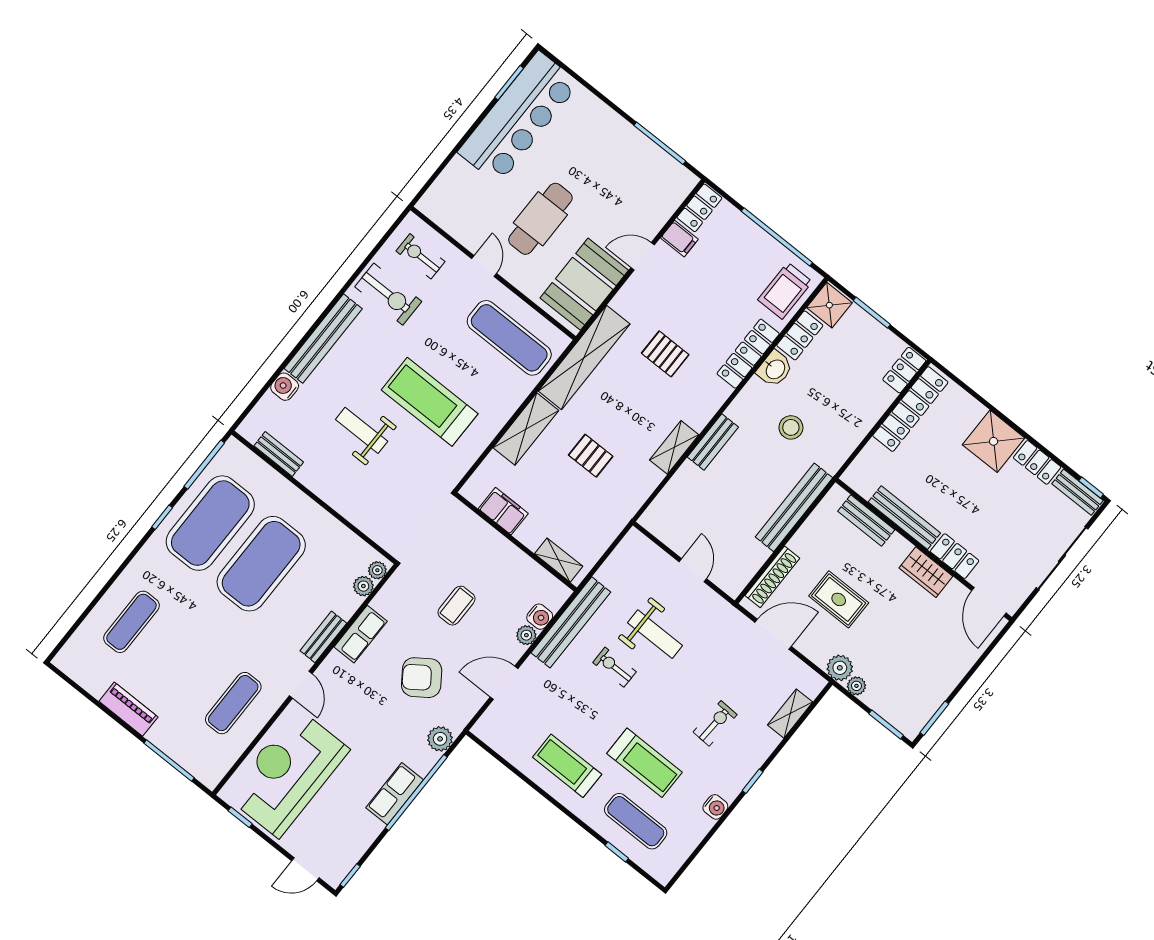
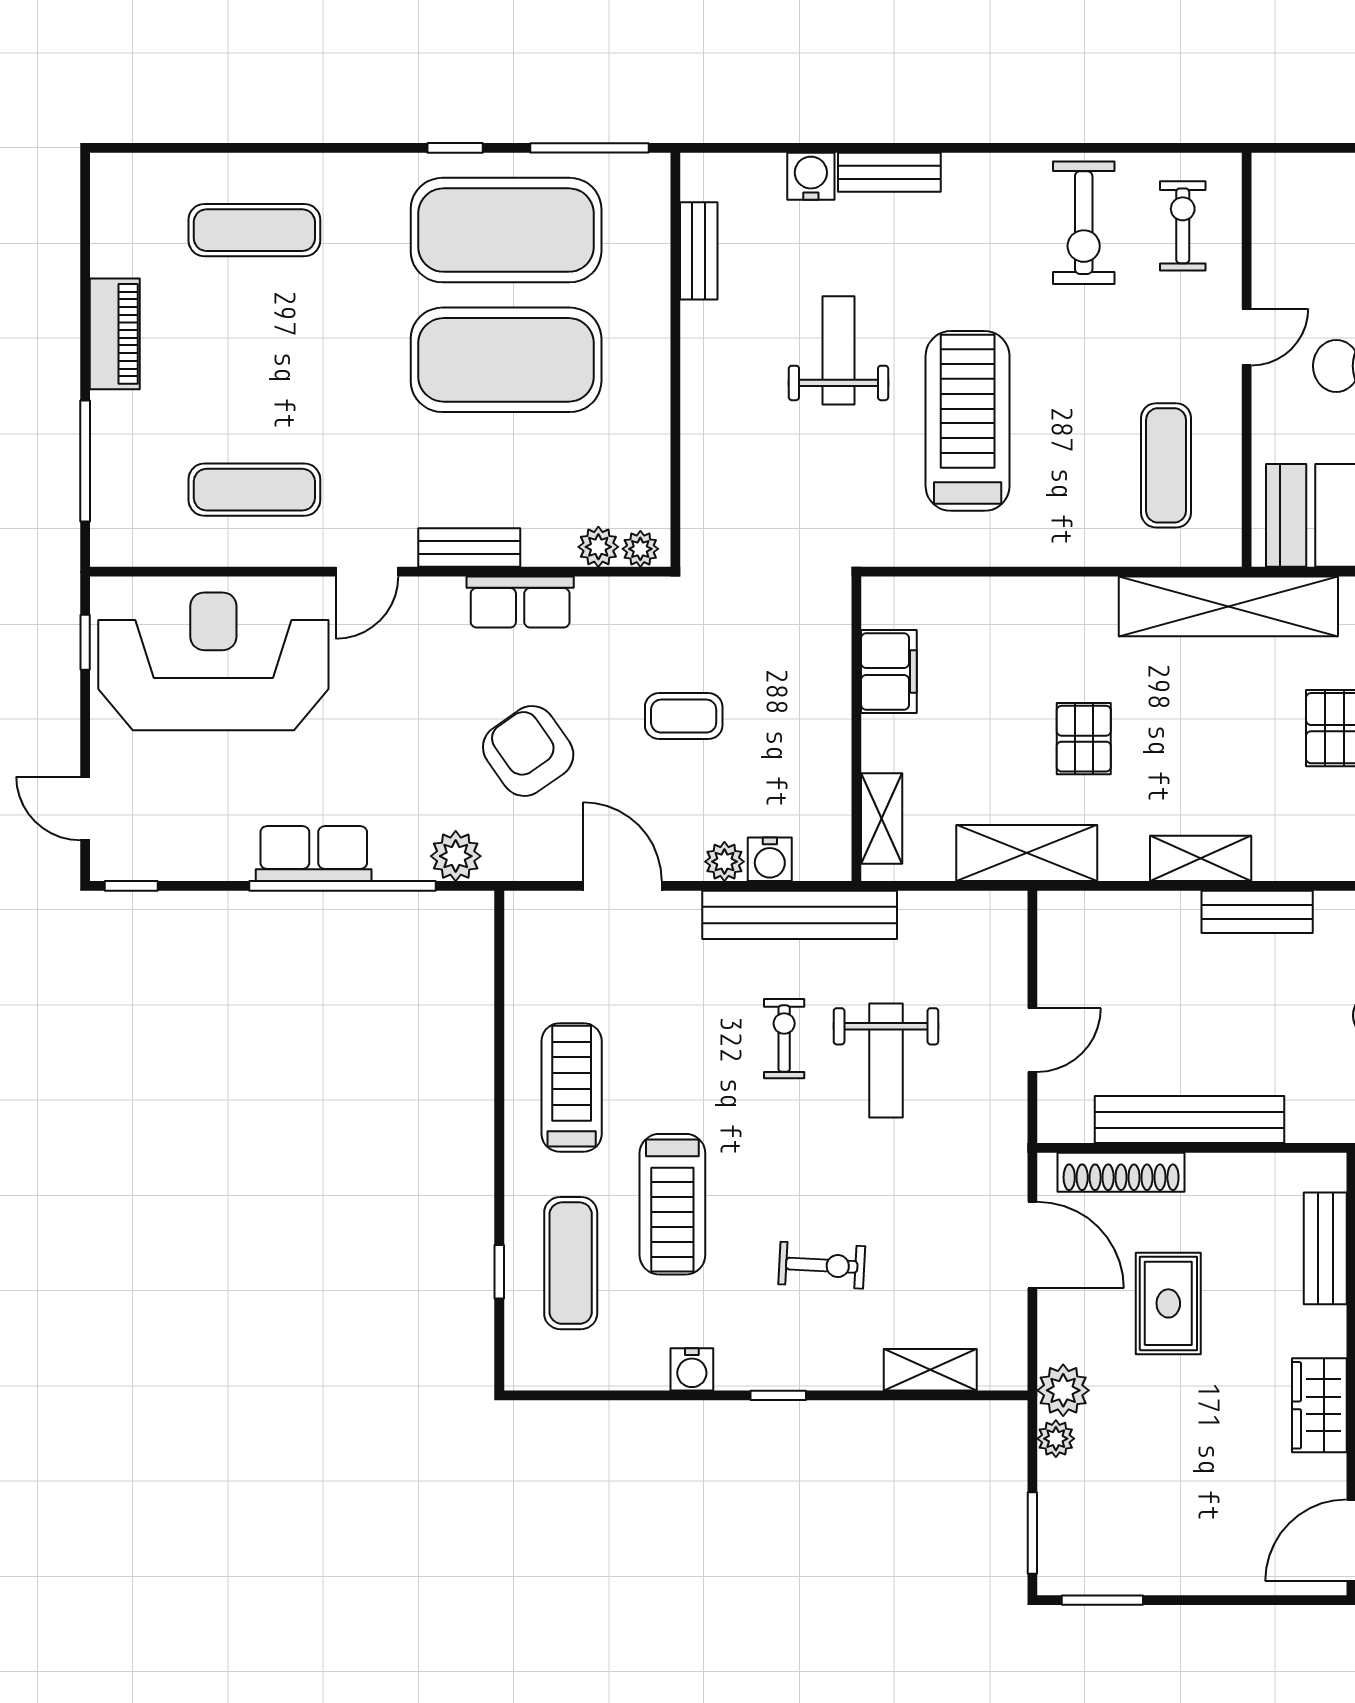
exercise mat: (509, 338) -> (1166, 465), width x0.73, depth x0.69
bench: (323, 339) -> (889, 172), width x0.54, depth x0.82
shelving: (526, 429) -> (1027, 853), moved
bench: (794, 507) -> (1189, 1120), moved

